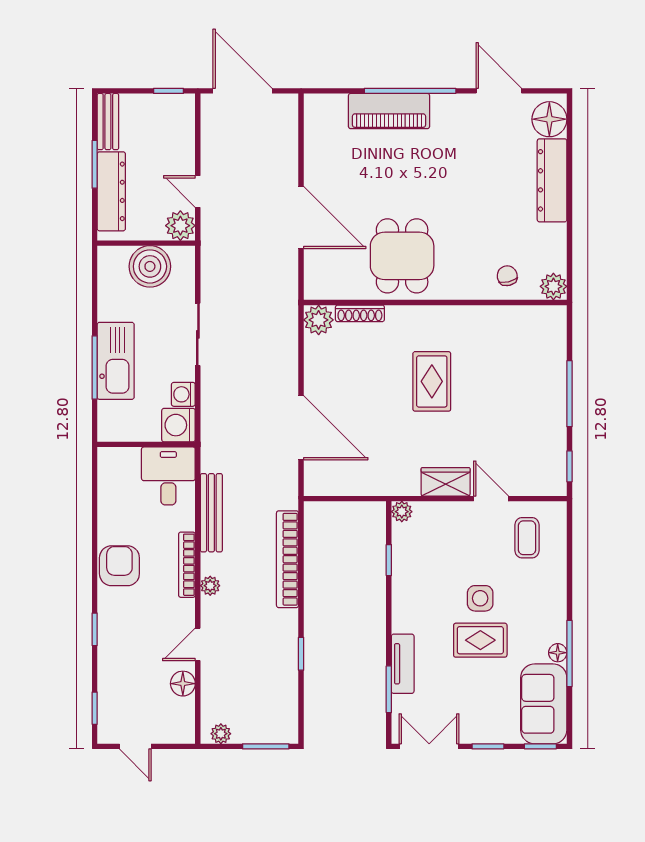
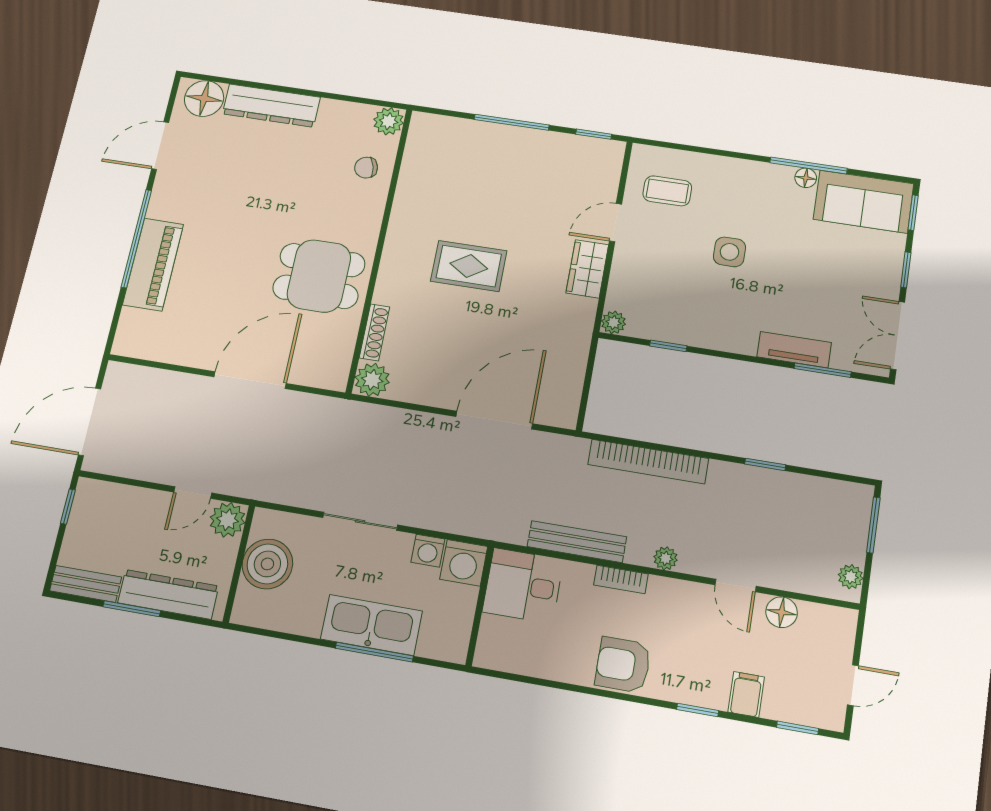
bookcase: (187, 565) -> (621, 579), width x0.64
rug: (480, 640) -> (779, 259), removed
filing cabinet: (113, 665) -> (746, 694), added

